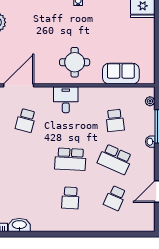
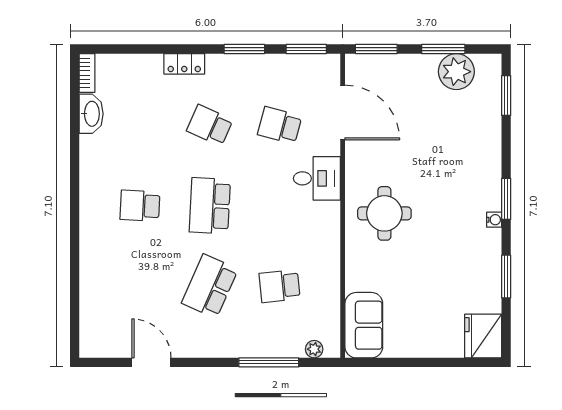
sofa: (121, 74) -> (364, 325), moved
desk: (66, 100) -> (317, 178), moved
washbasin: (150, 142) -> (241, 349), removed
school desk: (115, 198) -> (210, 125), moved

